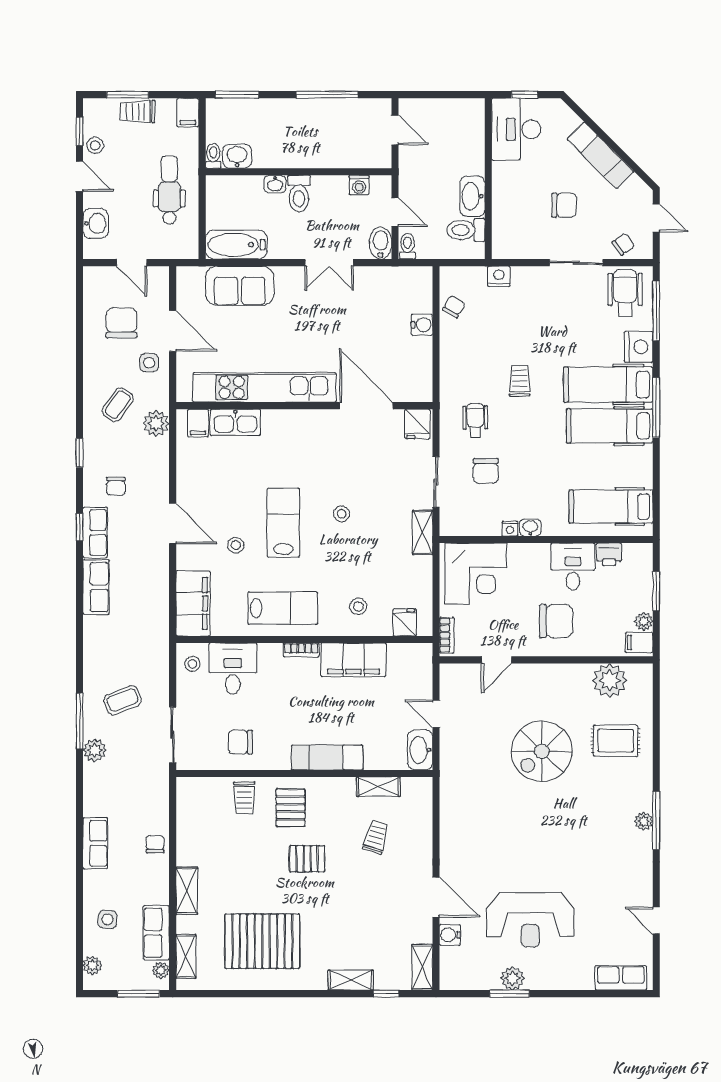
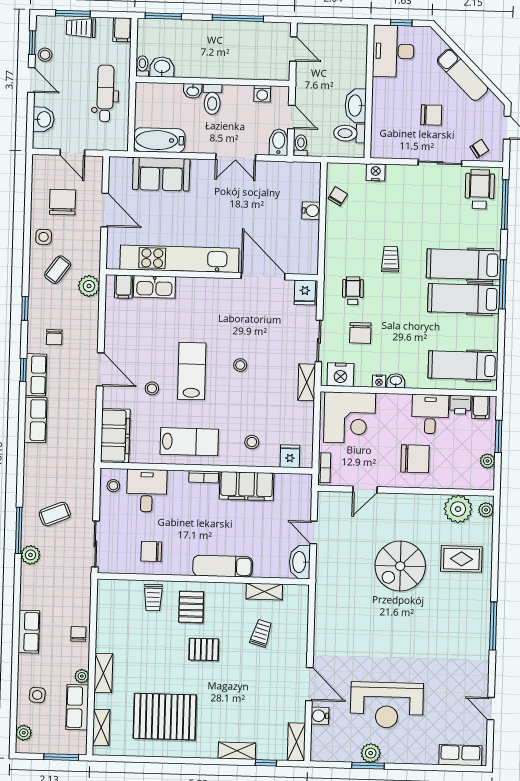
nightstand: (639, 347) -> (340, 375), moved, turned 90
side table: (149, 363) -> (44, 237), moved
filing cabinet: (639, 642) -> (481, 407), moved, turned -90
plant: (644, 821) -> (486, 510), moved
plant: (161, 970) -> (82, 676), moved

